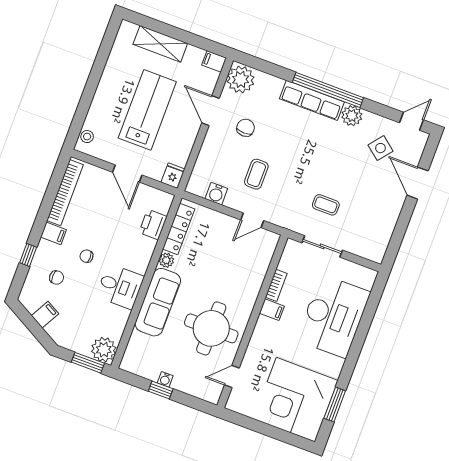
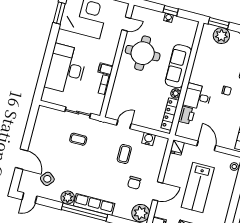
door: (211, 111) -> (158, 191), hinge flipped
desk: (120, 286) -> (197, 97), moved
plant: (104, 350) -> (221, 36), moved

